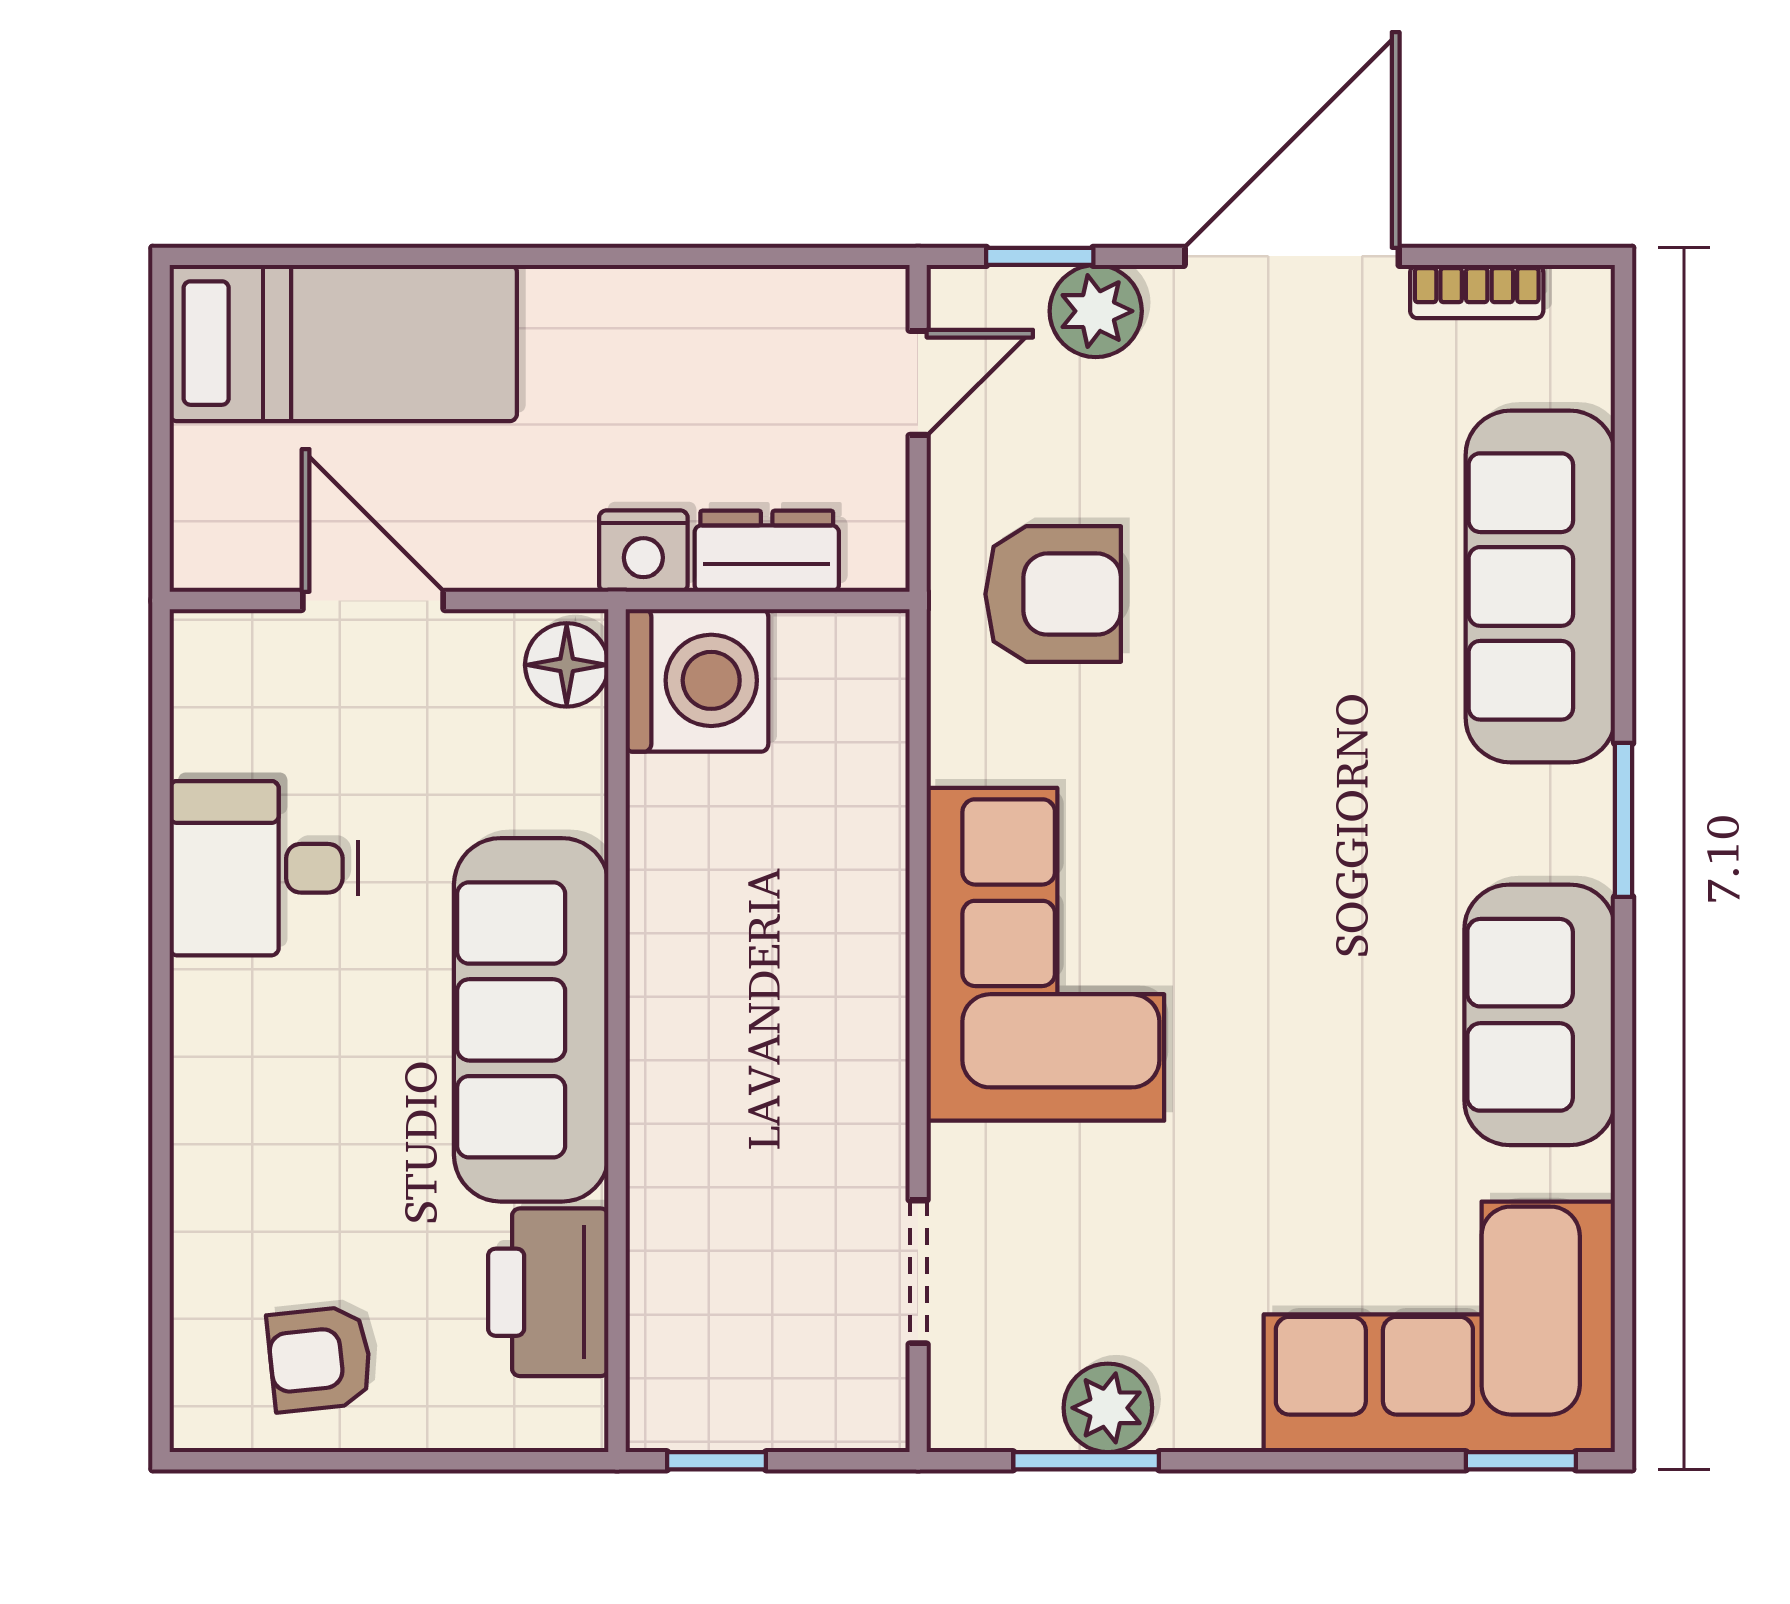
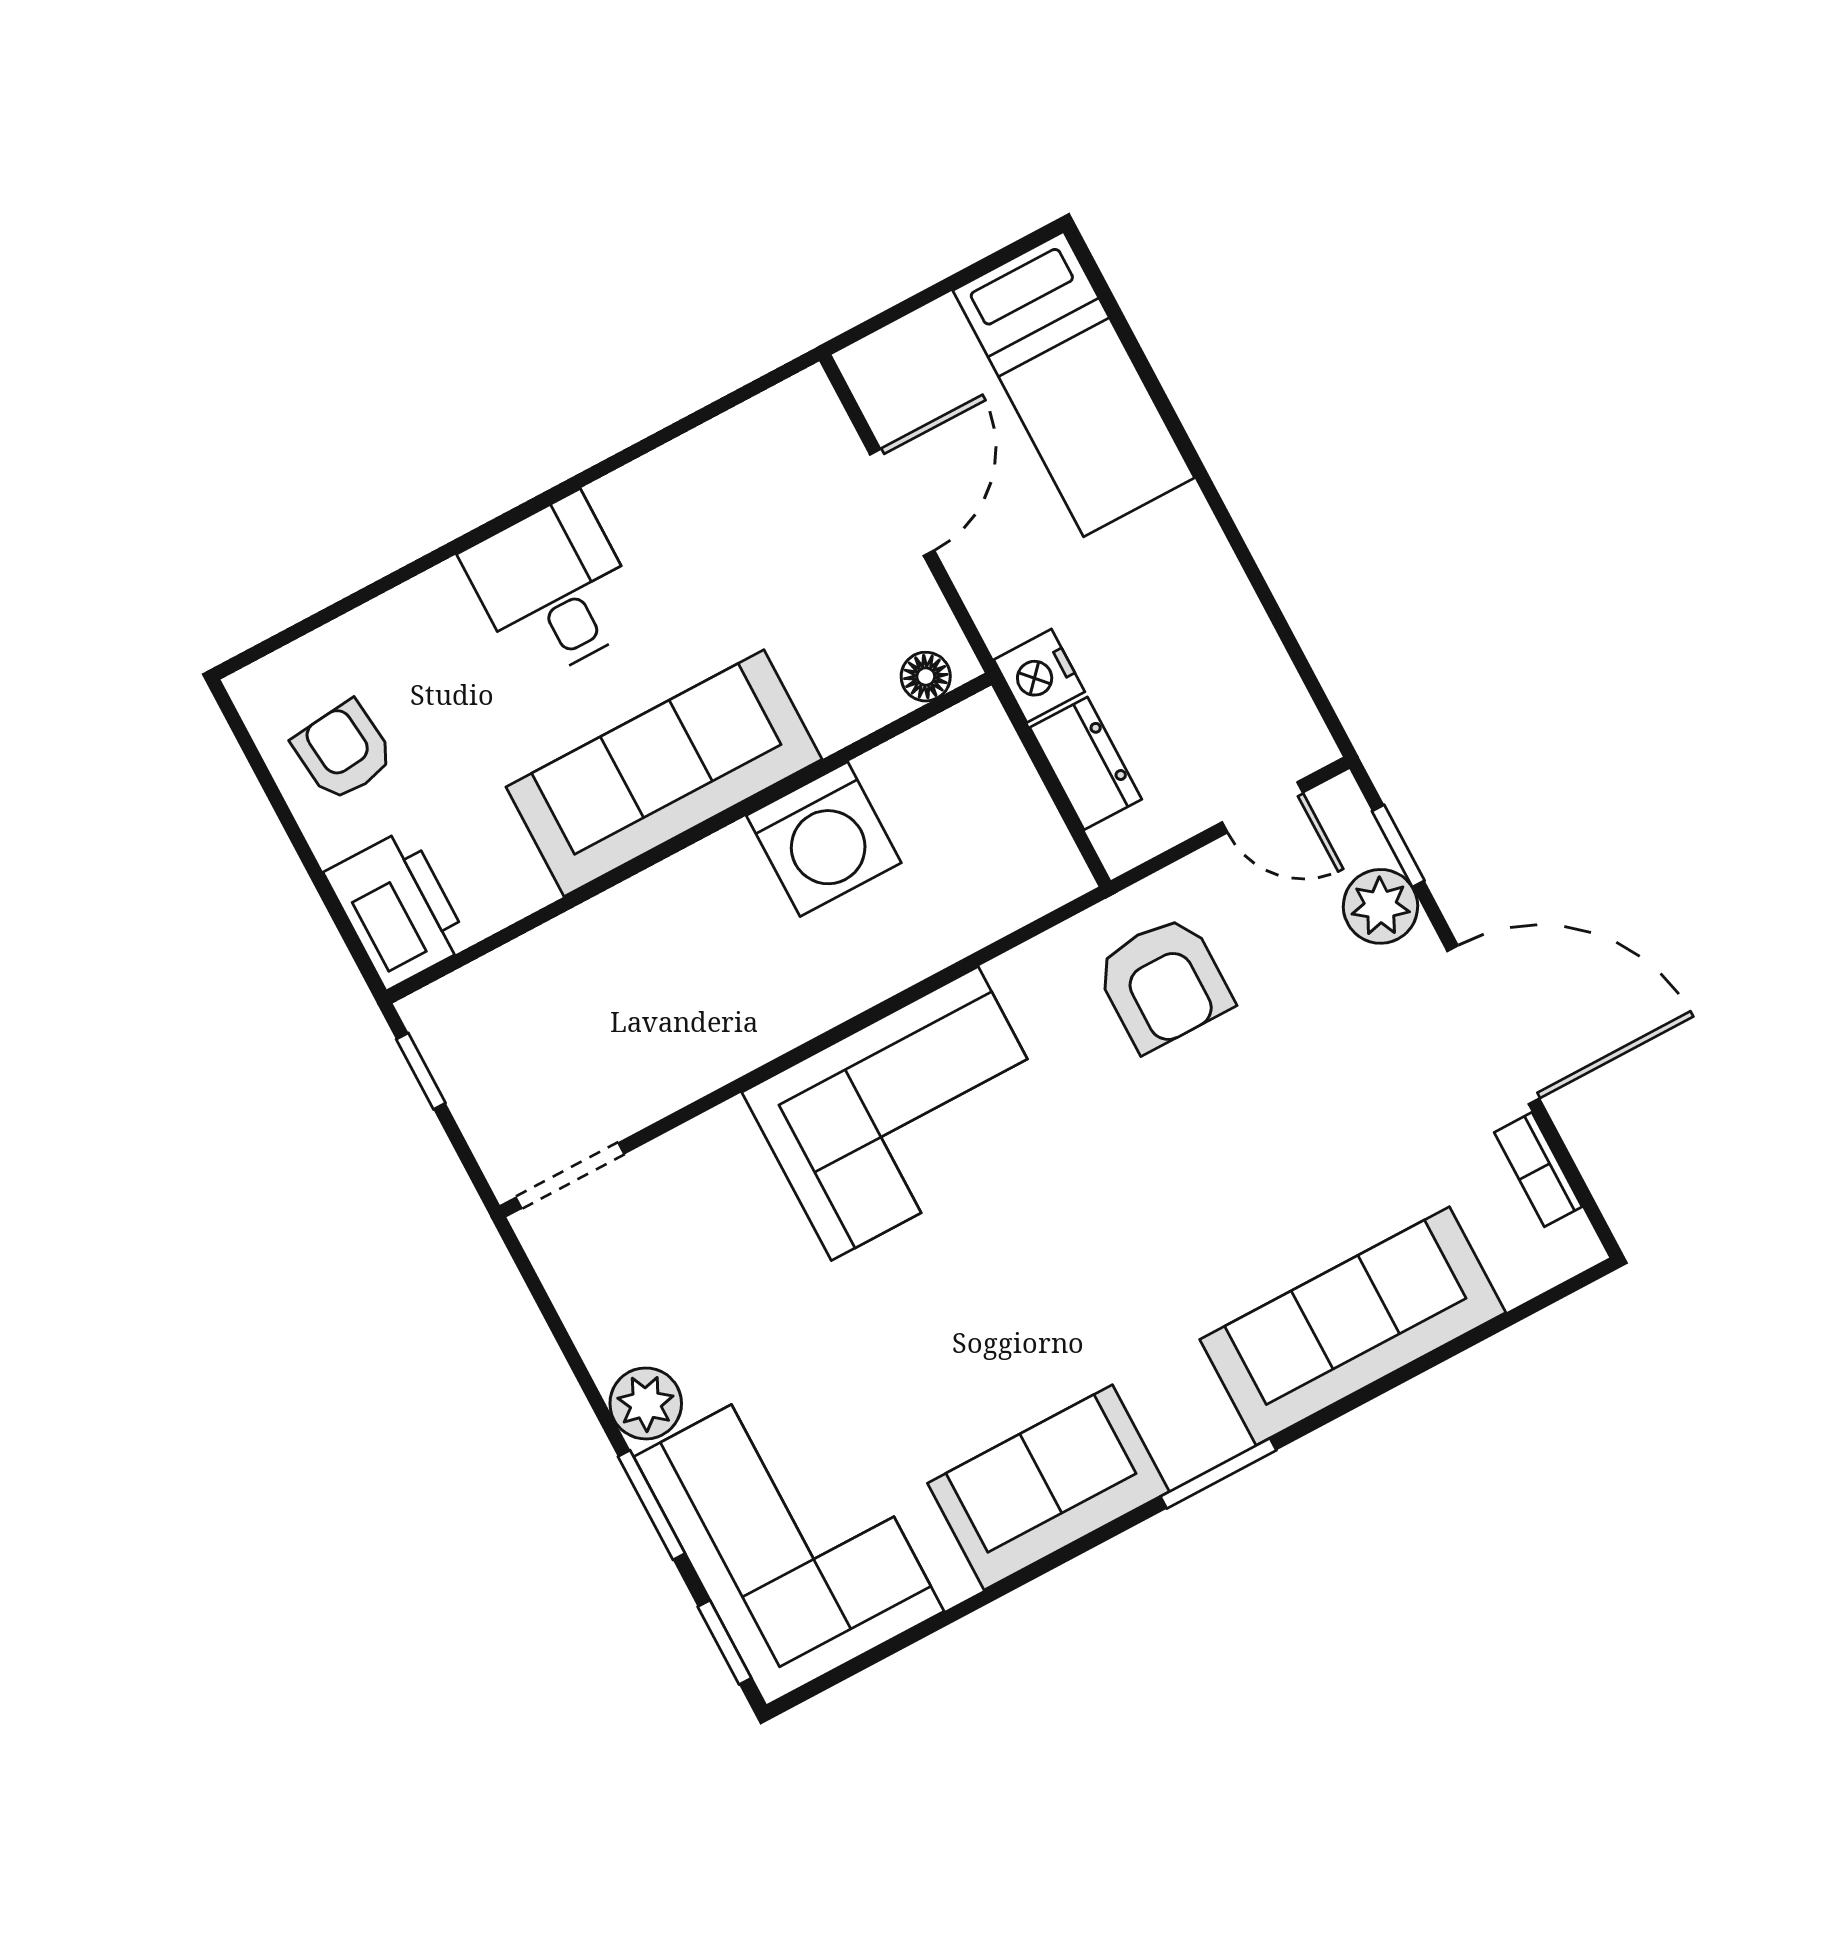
floor lamp: (567, 665) -> (926, 677), width x0.73, depth x0.73
washing machine: (697, 680) -> (824, 839), moved
desk: (264, 868) -> (554, 588), moved
doorway: (918, 1272) -> (570, 1176), moved
printer: (548, 1292) -> (397, 909), moved, turned 90
plant: (1108, 1408) -> (646, 1403), moved
window: (1086, 1461) -> (652, 1505), moved

